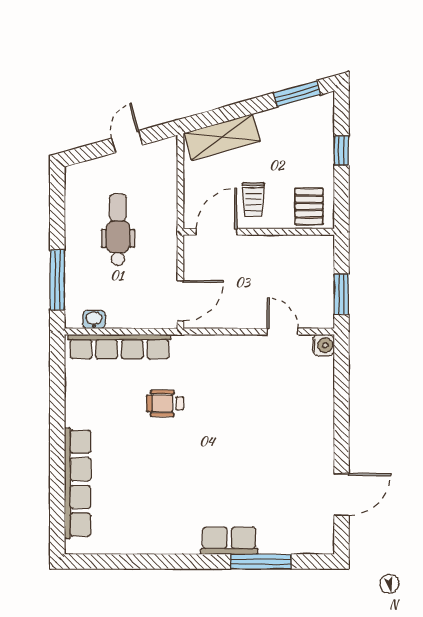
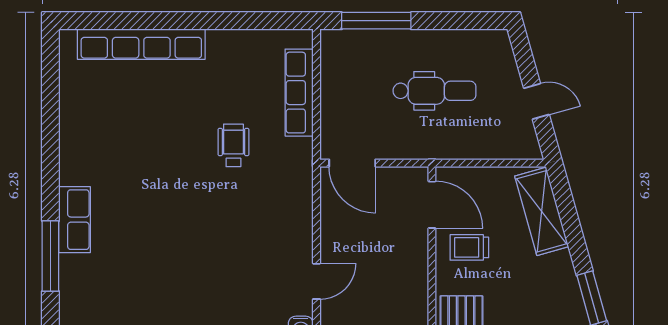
washbasin: (94, 319) -> (331, 63), removed
row of seats: (119, 347) -> (299, 93), width x0.73

